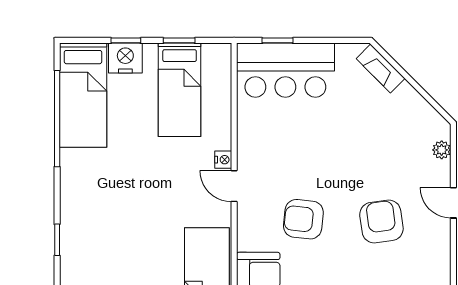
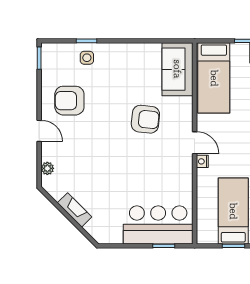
fireplace: (381, 69) -> (75, 210), moved
armchair: (381, 221) -> (69, 101), moved, turned 98

